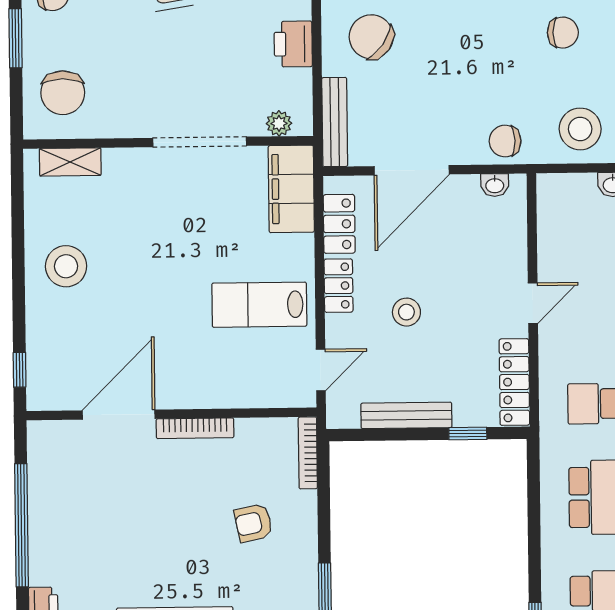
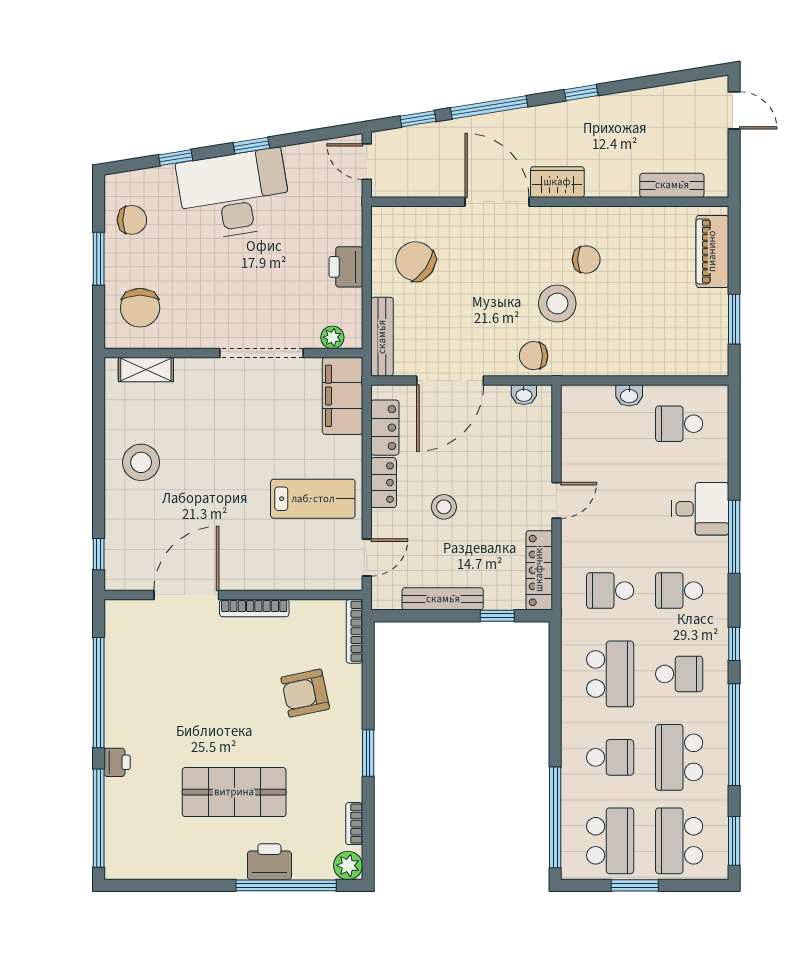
stool: (580, 129) -> (557, 303), moved
lab bench: (259, 305) -> (313, 499), turned 180
armchair: (253, 523) -> (305, 693), width x1.38, depth x1.38

